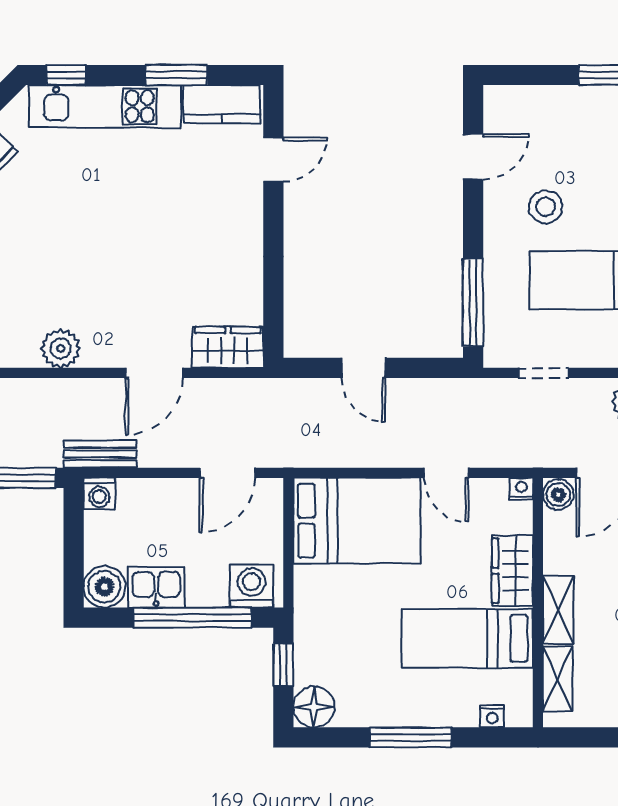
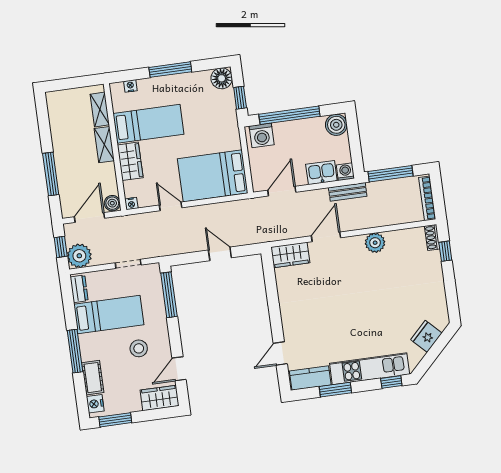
wardrobe: (518, 106) -> (160, 398), added
kitchen sink: (156, 587) -> (321, 173), moved, turned 180

